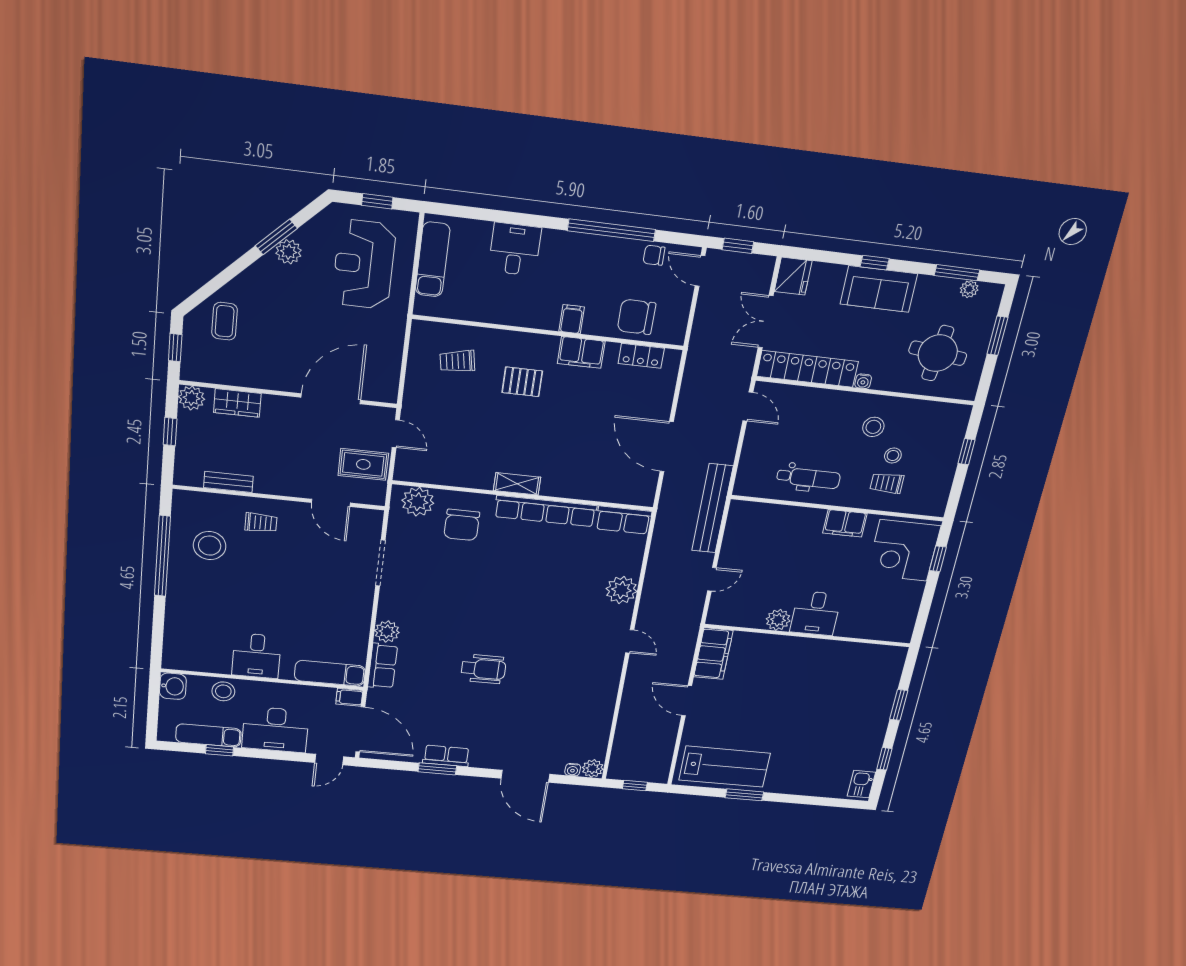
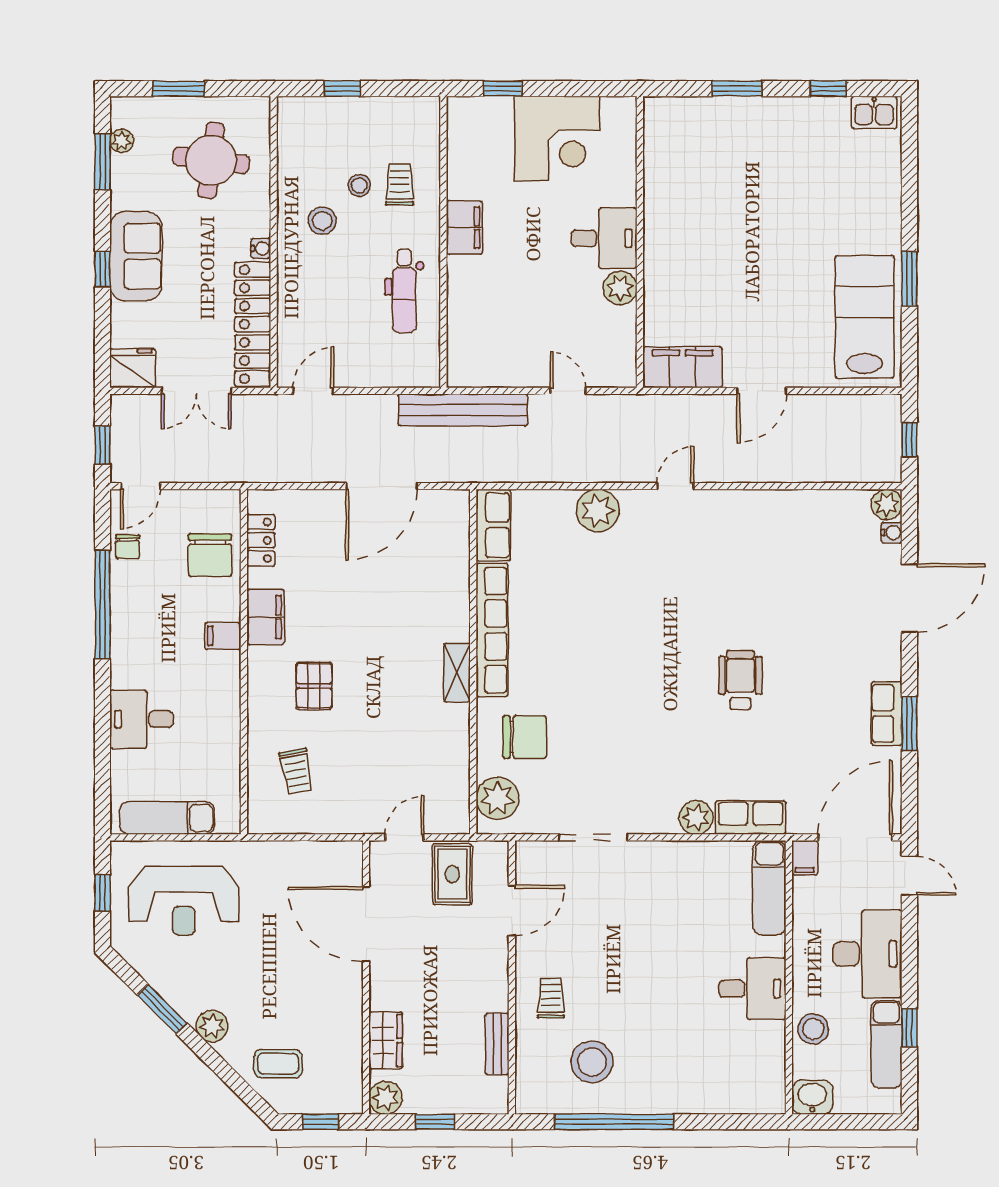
plant: (289, 252) -> (212, 1026), moved
dental chair: (808, 478) -> (404, 291), turned 180
trolley: (887, 483) -> (400, 184), turned 180
corner desk: (904, 550) -> (557, 139), moved

